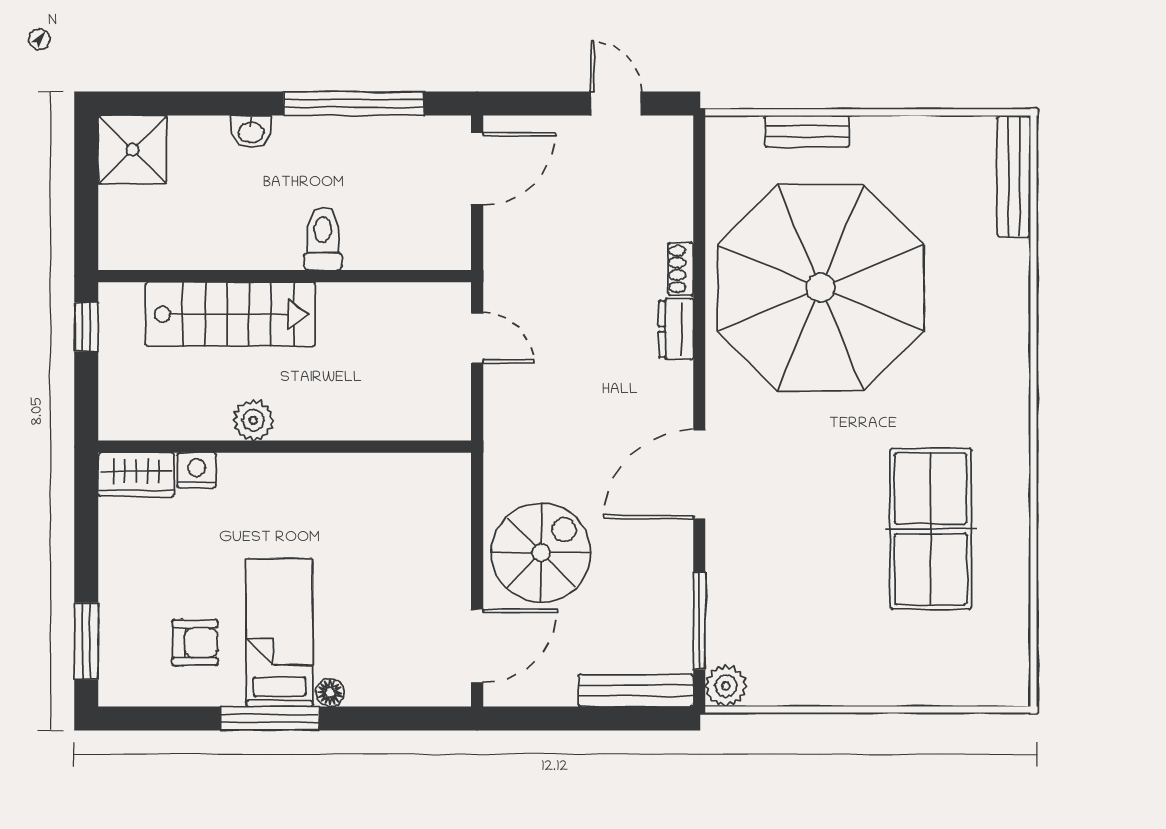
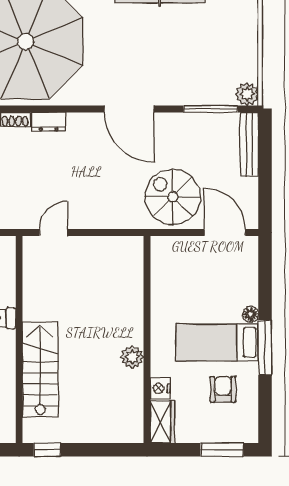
plant: (253, 420) -> (132, 357), moved
wall: (285, 447) -> (147, 339), moved
nightstand: (197, 470) -> (160, 388), moved
wardrobe: (136, 475) -> (163, 422), moved

